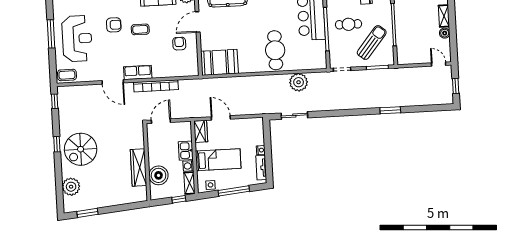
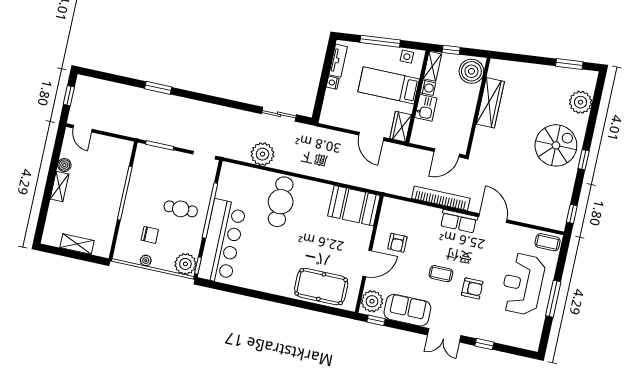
armchair: (114, 25) -> (472, 288), turned 180
sun lounger: (372, 43) -> (158, 178), removed
boiler: (159, 175) -> (471, 71), moved

